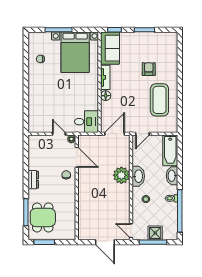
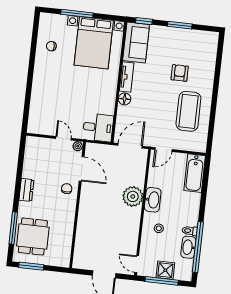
washbasin: (172, 176) -> (188, 247), moved

